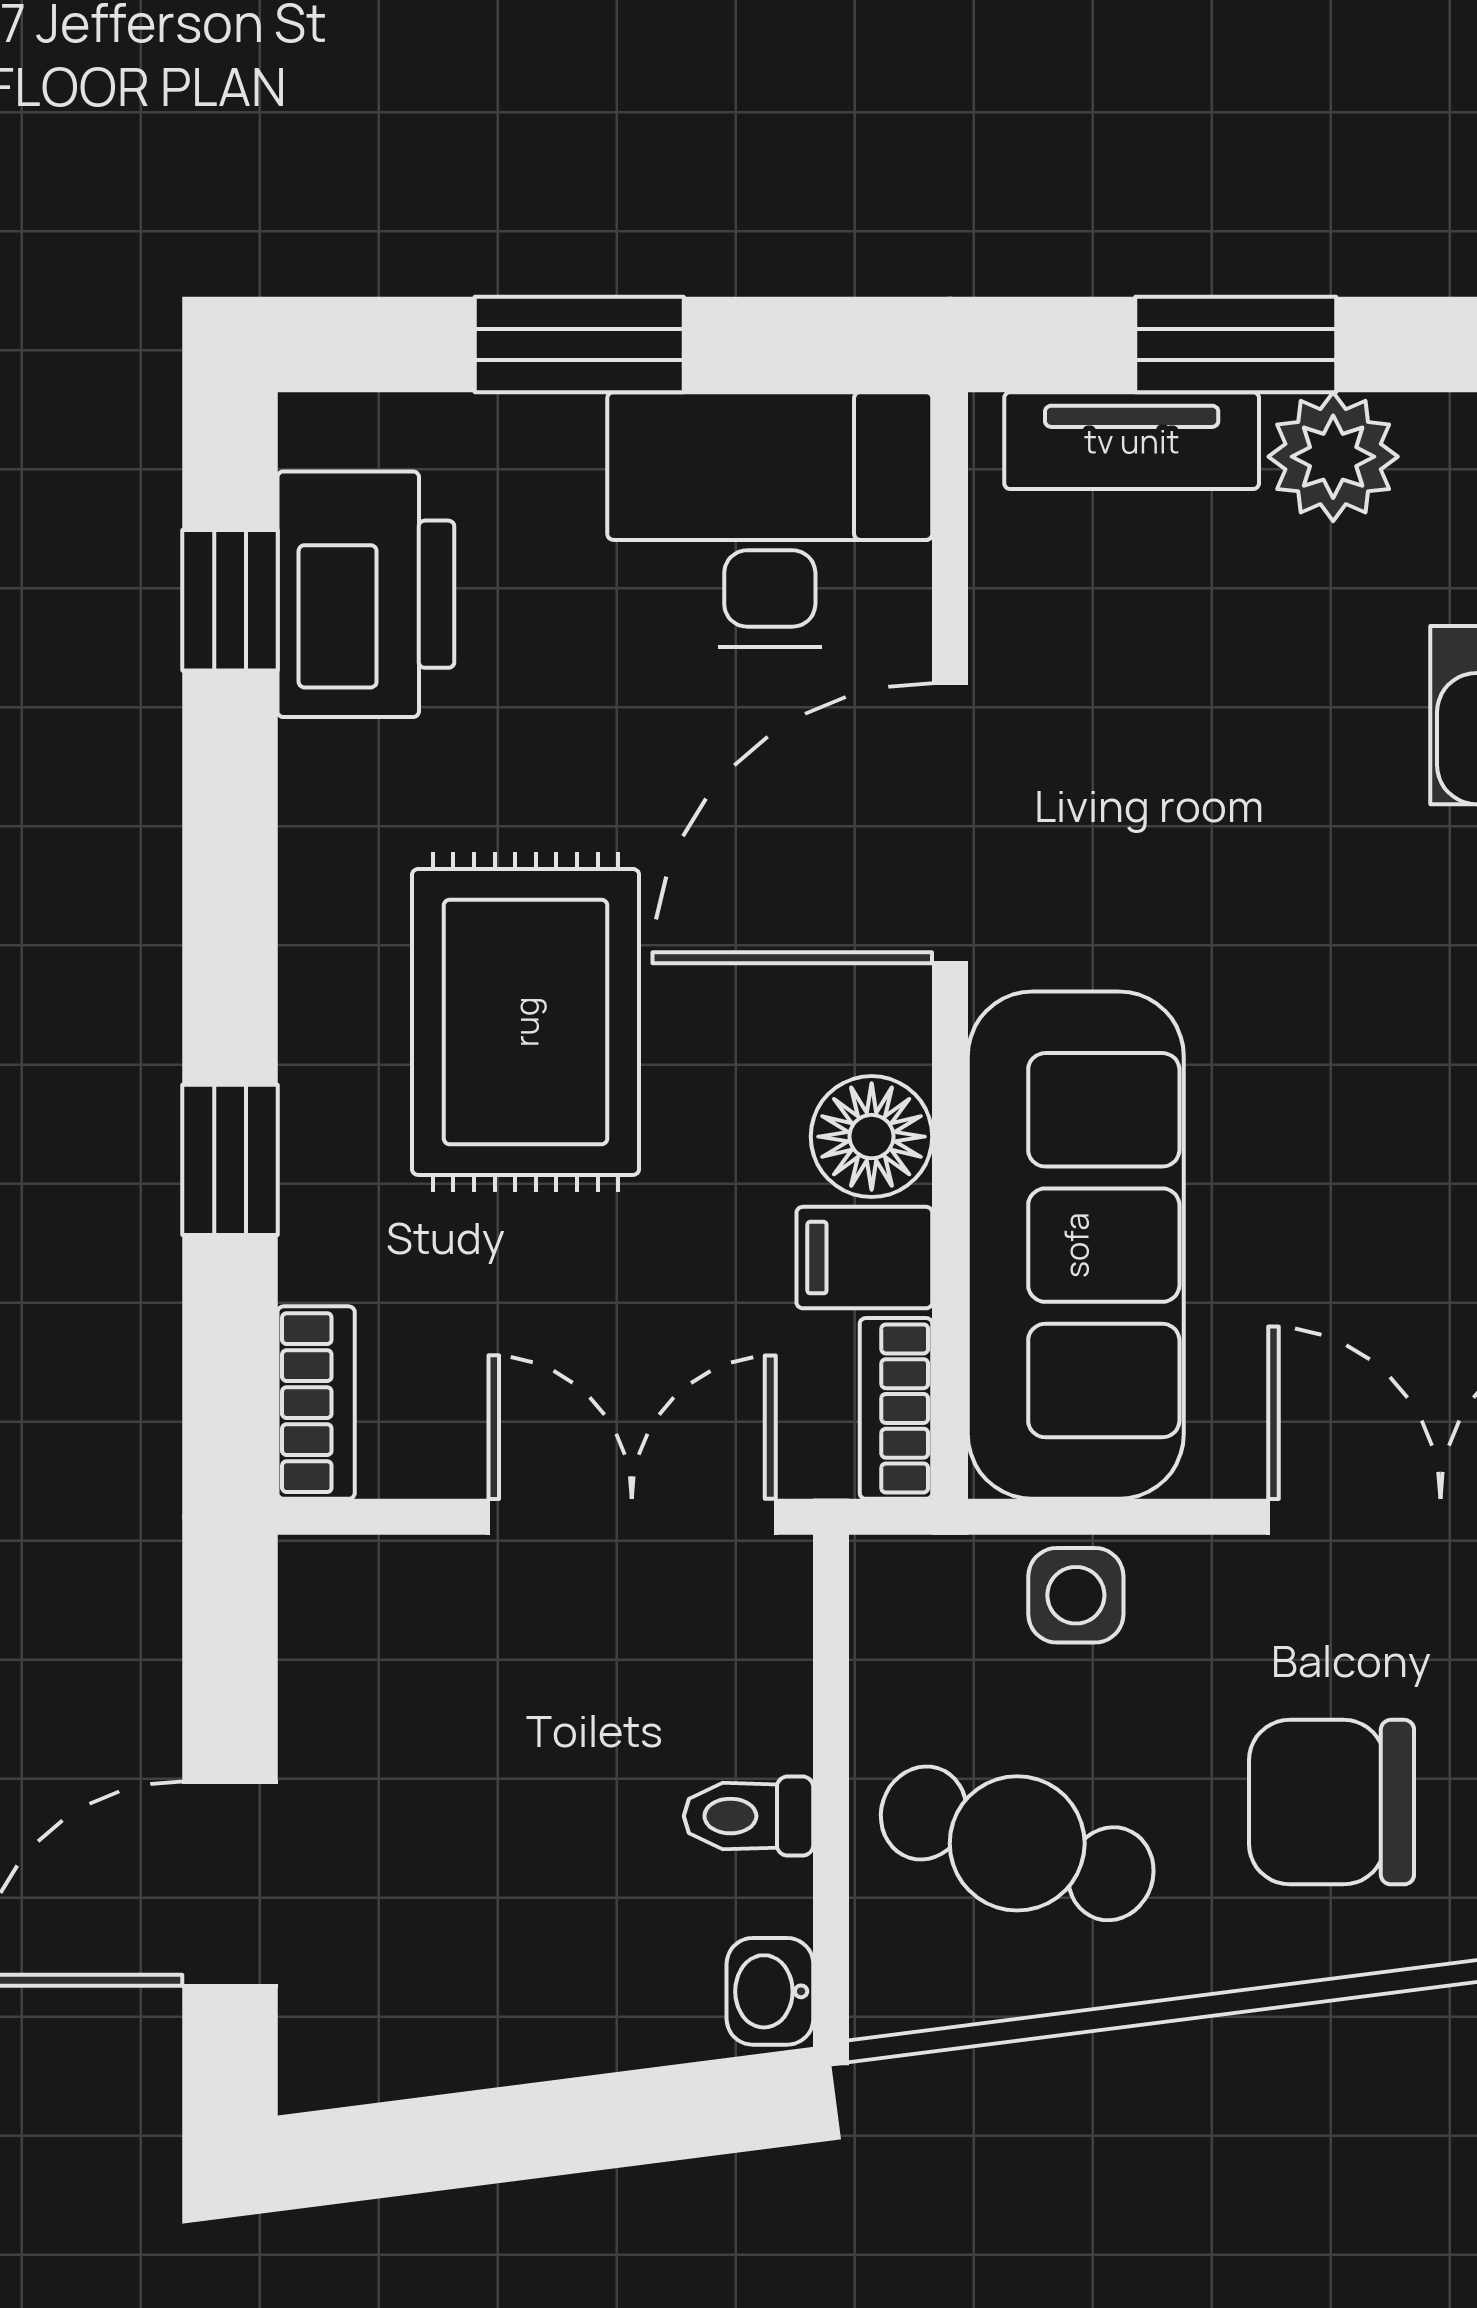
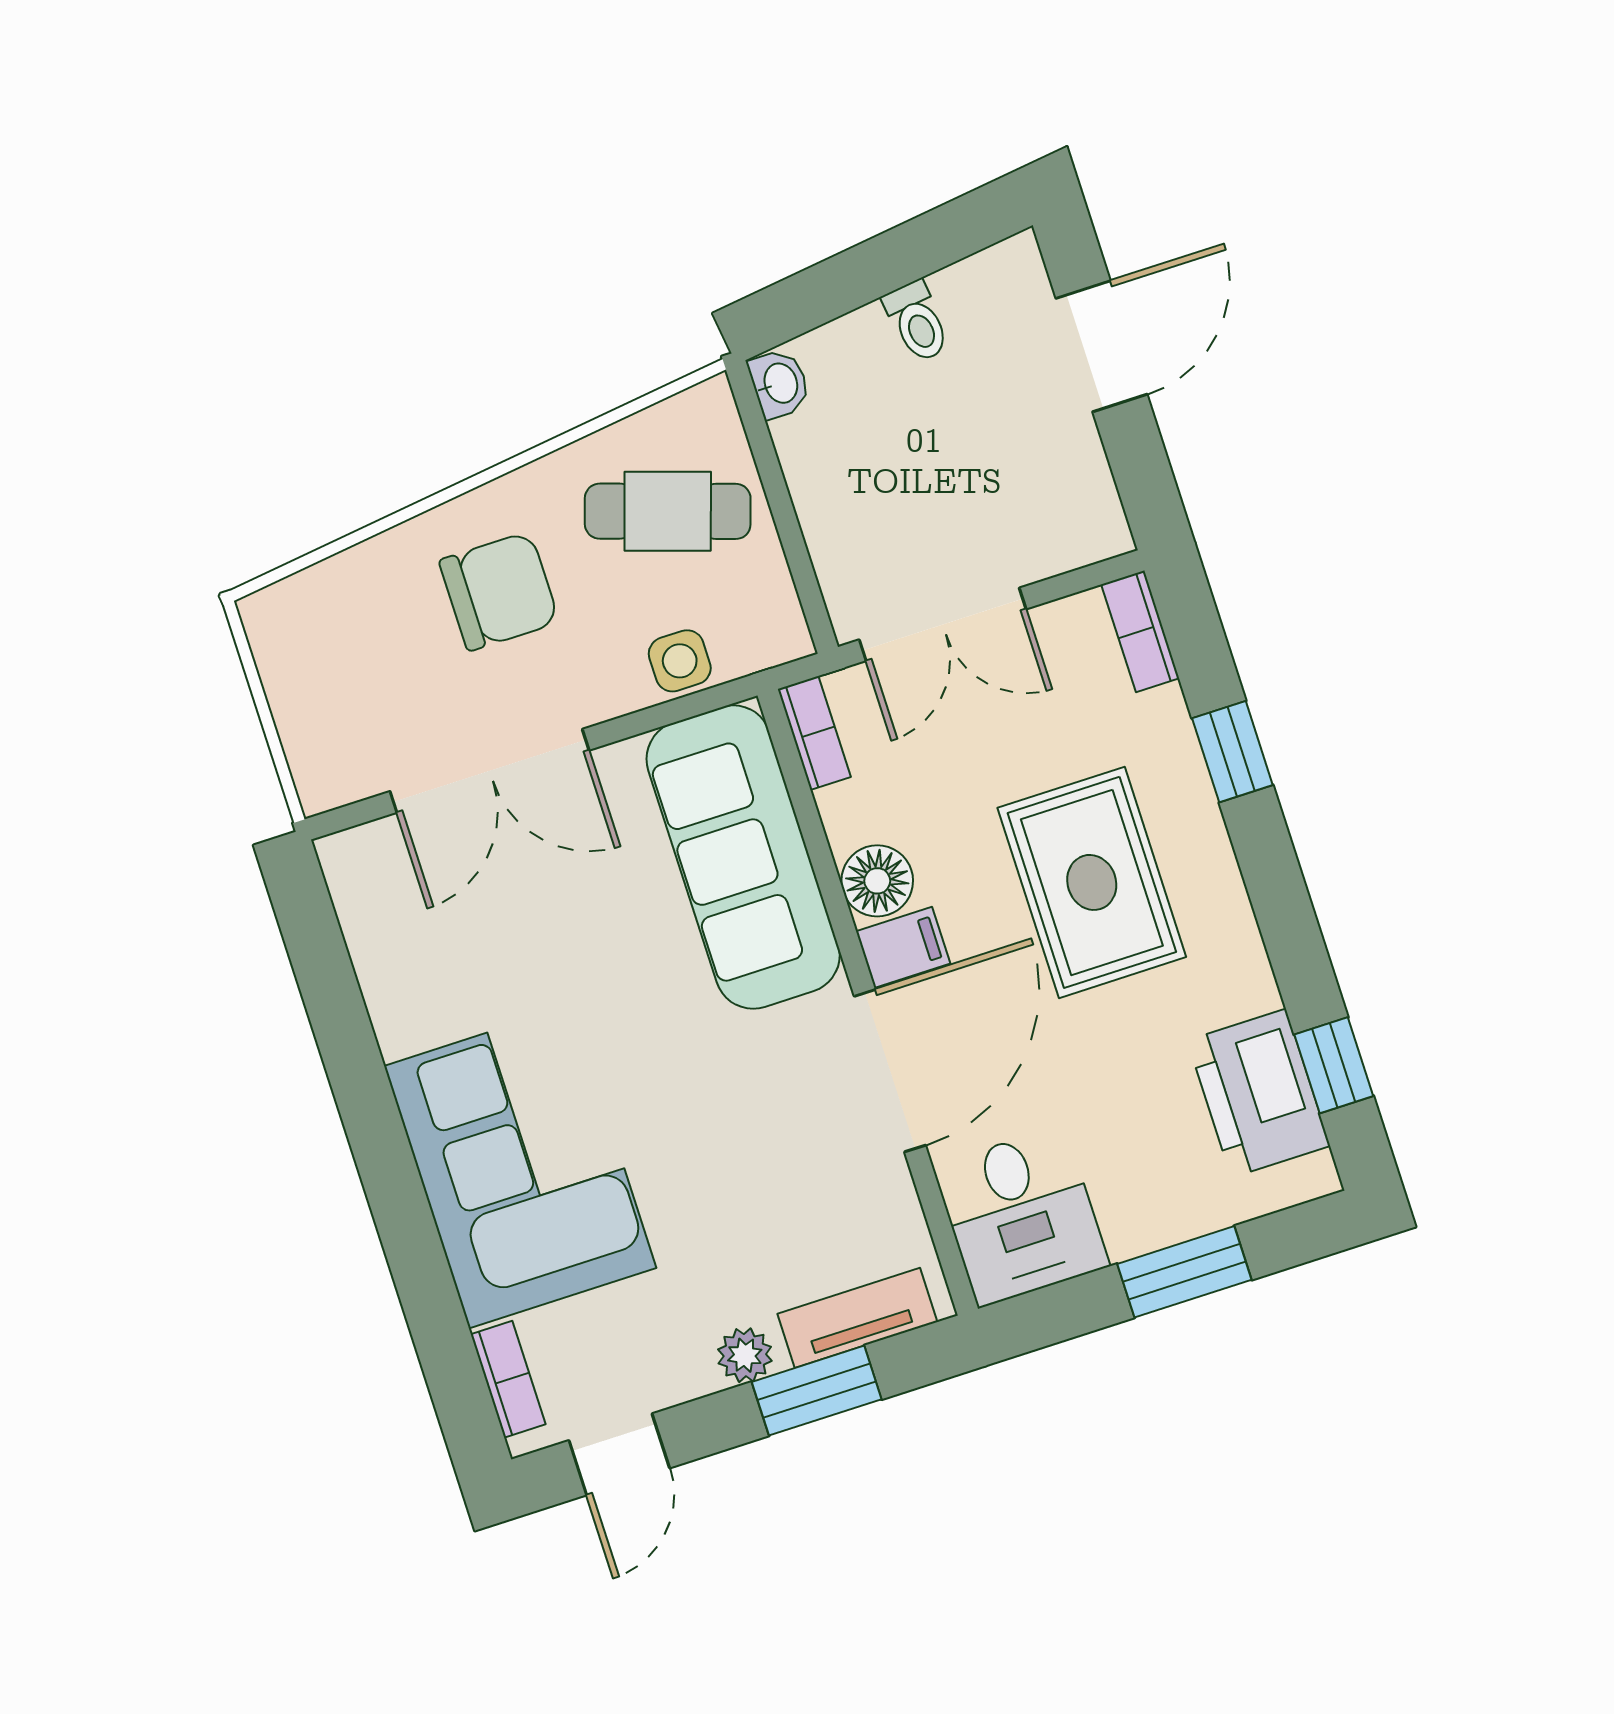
plant: (1333, 457) -> (745, 1355), width x0.73, depth x0.73
desk: (770, 520) -> (1021, 1216), width x0.73
filing cabinet: (864, 1258) -> (903, 947), moved
toilet: (749, 1816) -> (917, 322), moved, turned 83

